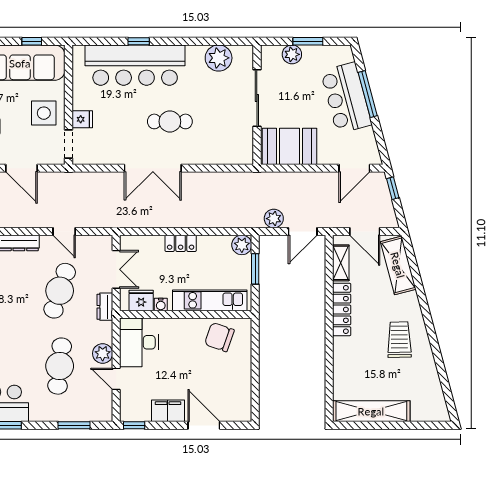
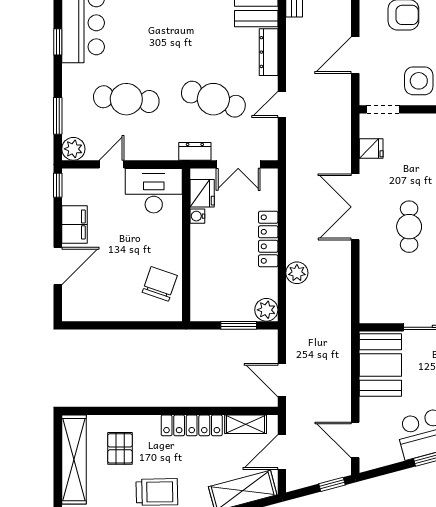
fridge: (82, 119) -> (371, 149), moved, turned -90
plant: (274, 219) -> (297, 273), moved
locker: (181, 243) -> (268, 239), width x1.53
kitchen unit: (210, 300) -> (202, 273), removed
plant: (103, 353) -> (73, 149), moved
pallet: (362, 371) -> (120, 448), added

